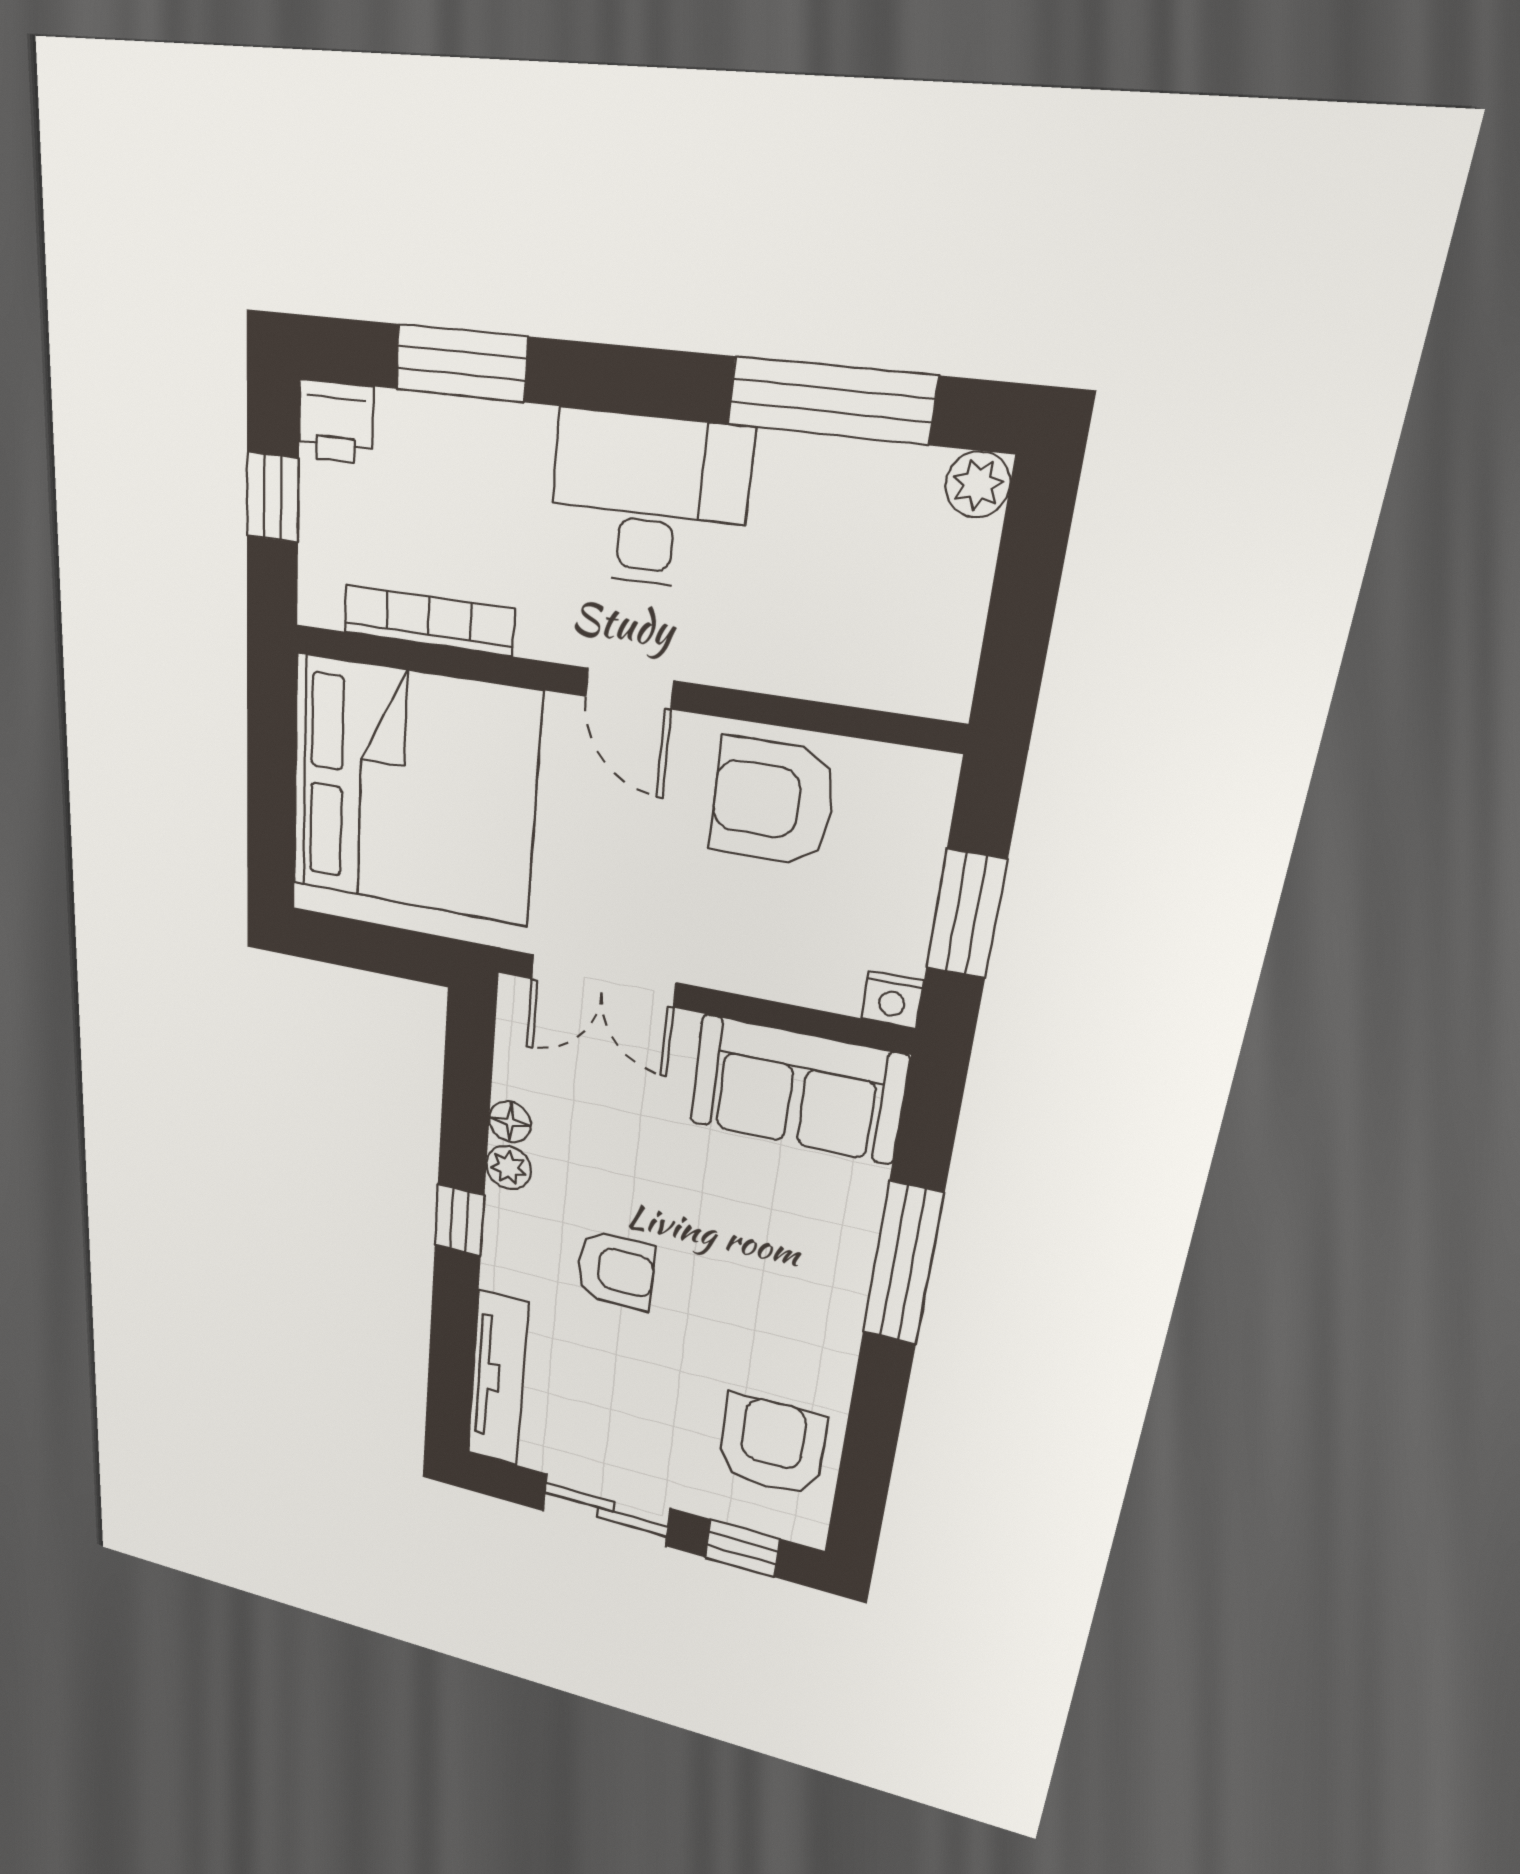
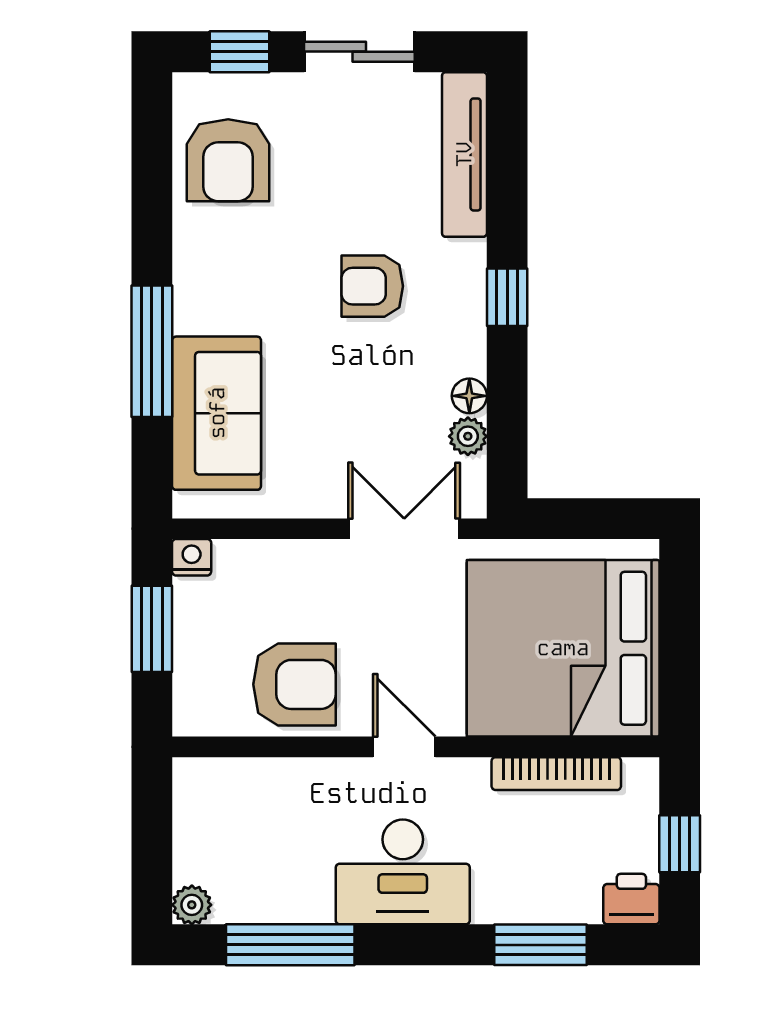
sofa: (797, 1089) -> (217, 413), moved, turned 90
plant: (509, 1168) -> (468, 436), moved

